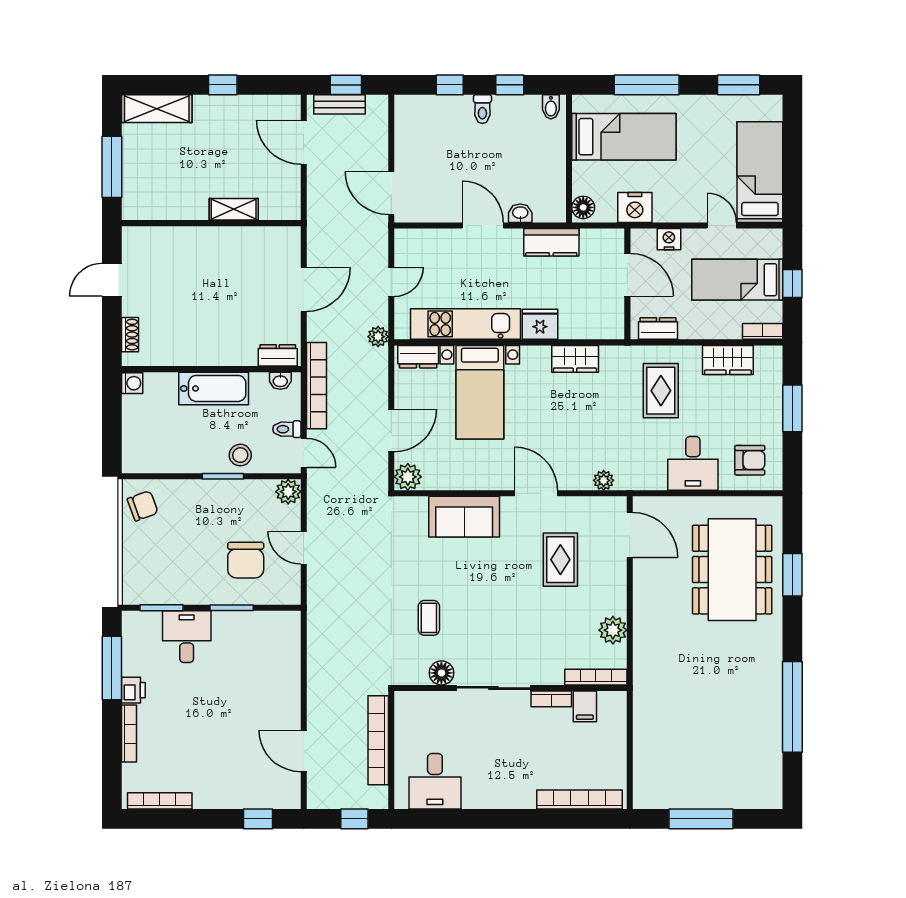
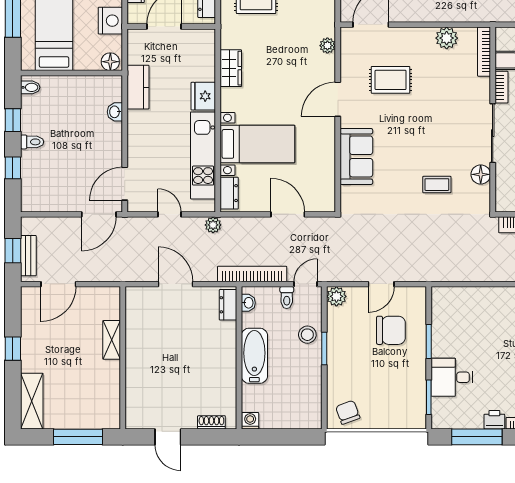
door: (483, 226) -> (125, 184), moved
plant: (408, 477) -> (325, 201), removed

